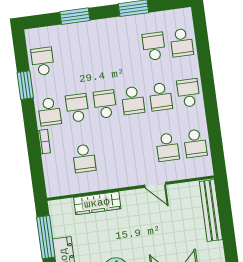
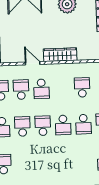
school desk: (154, 46) -> (41, 89), moved
wardrobe: (97, 203) -> (60, 55), moved

